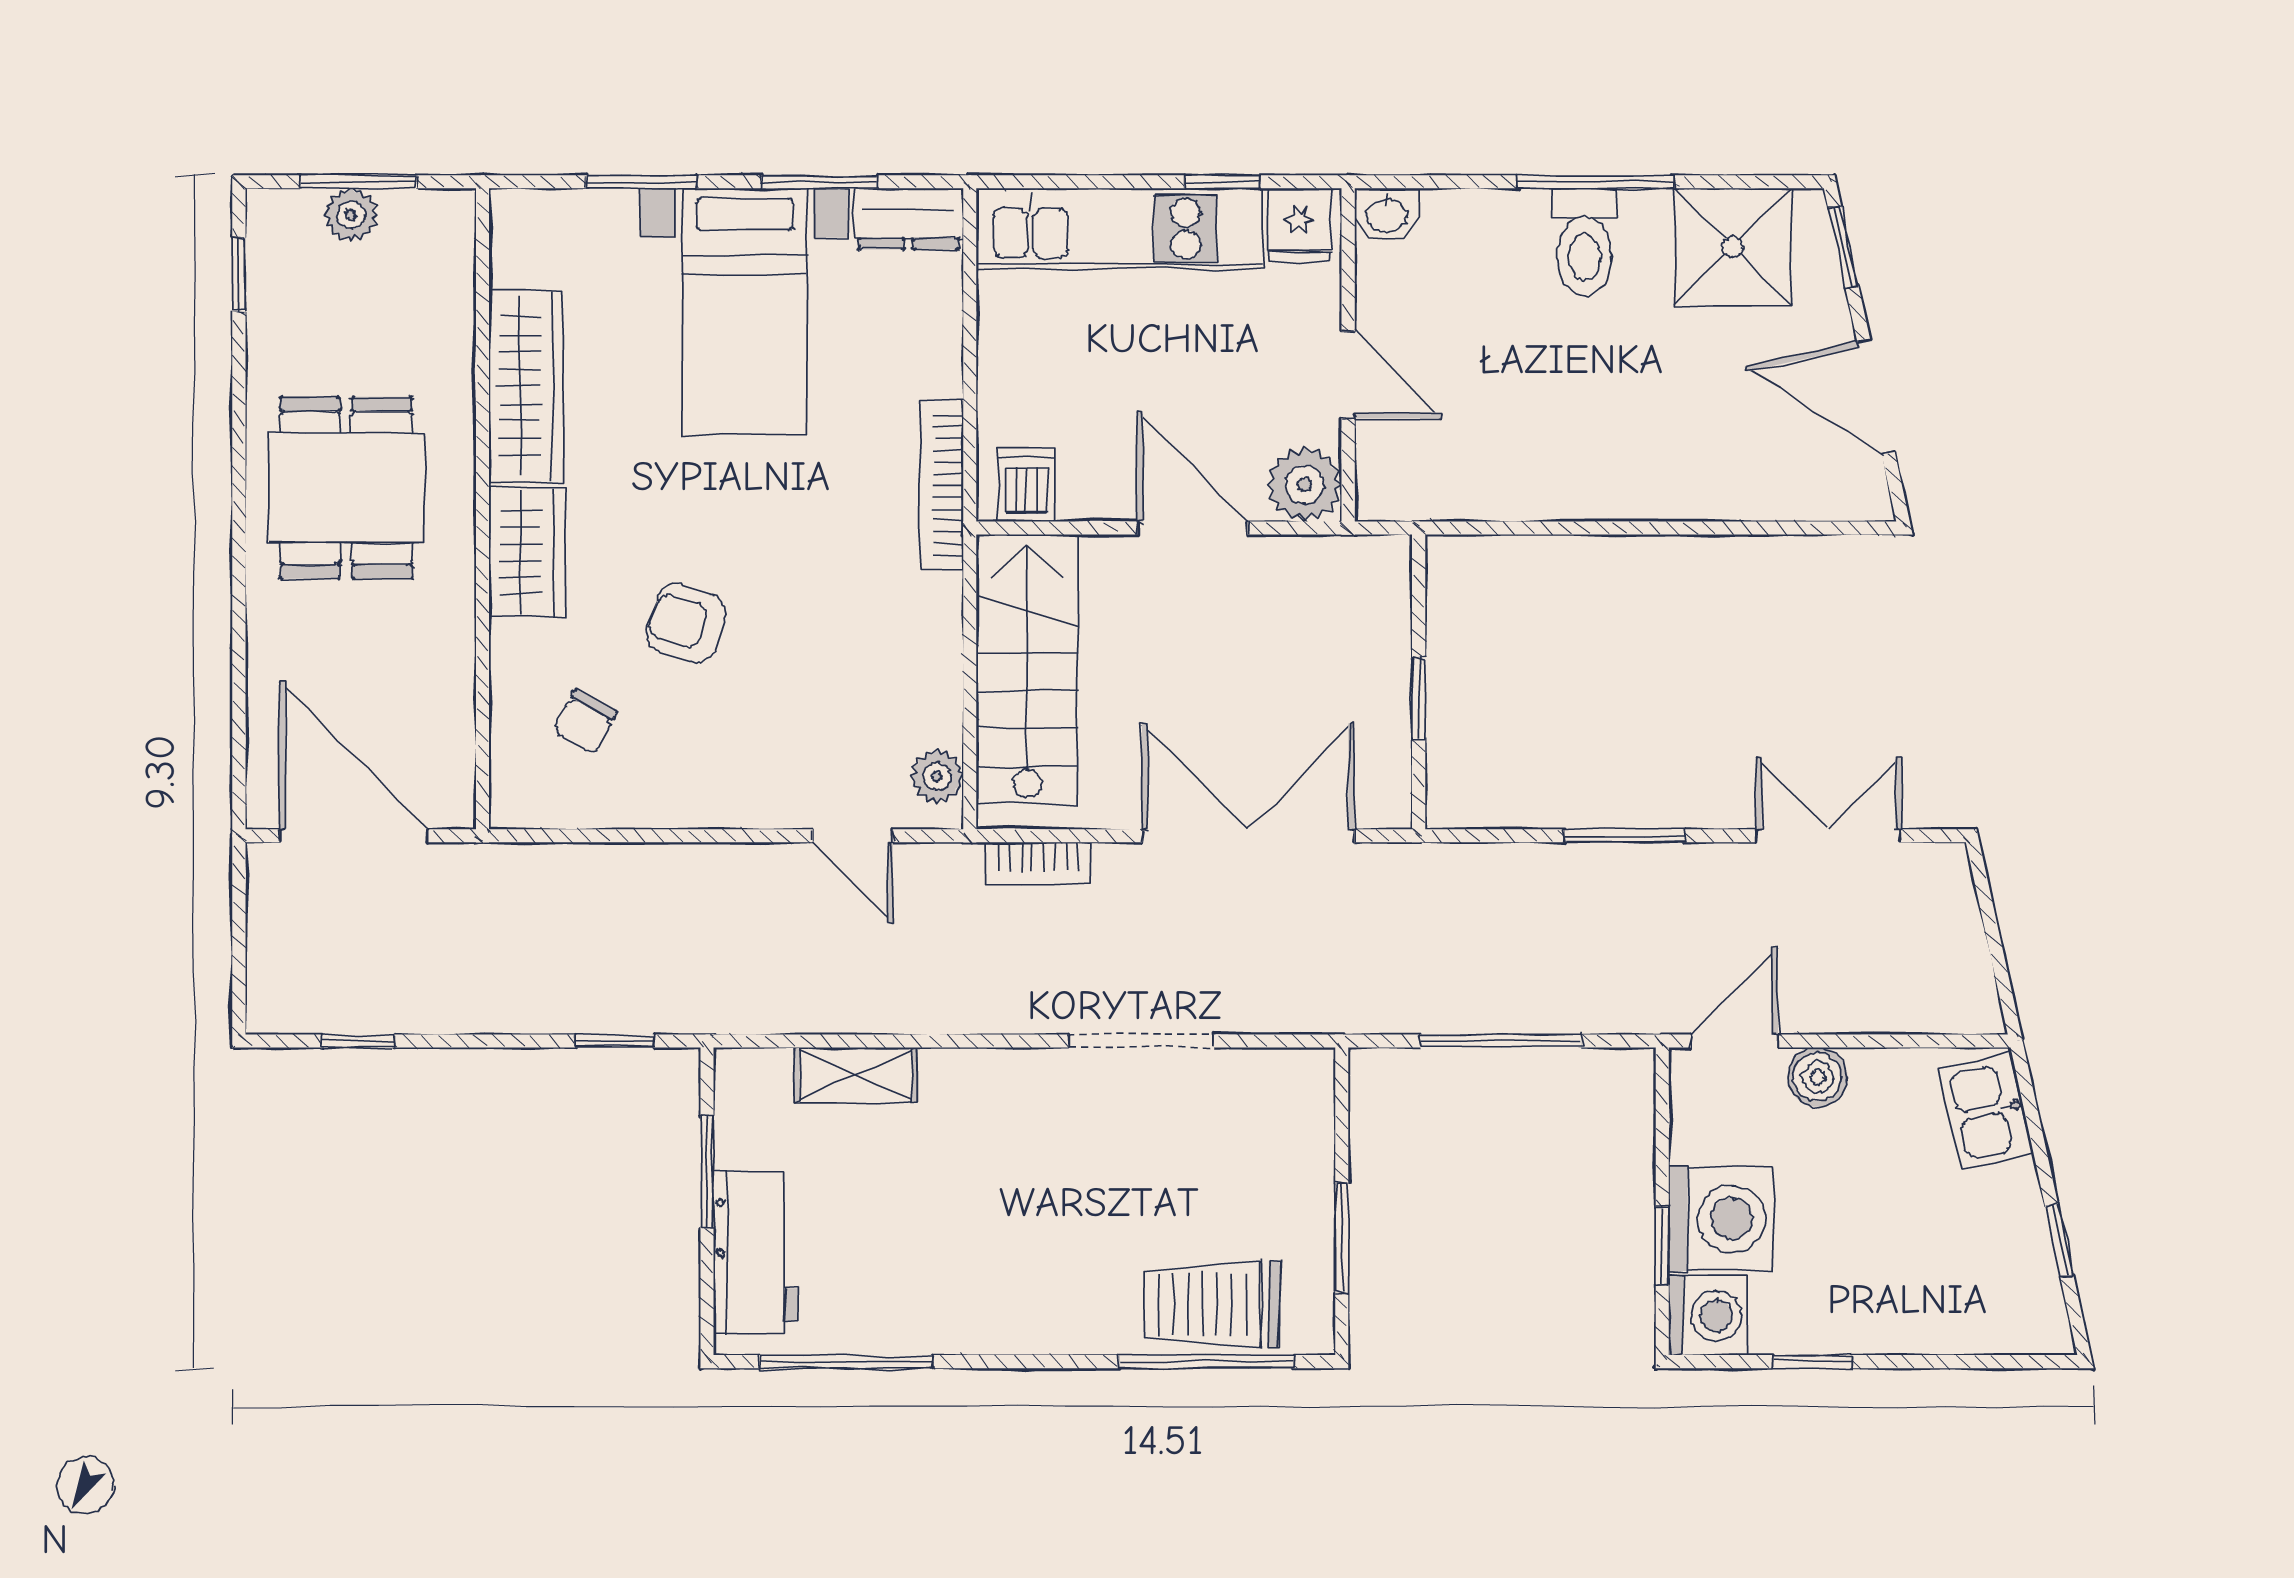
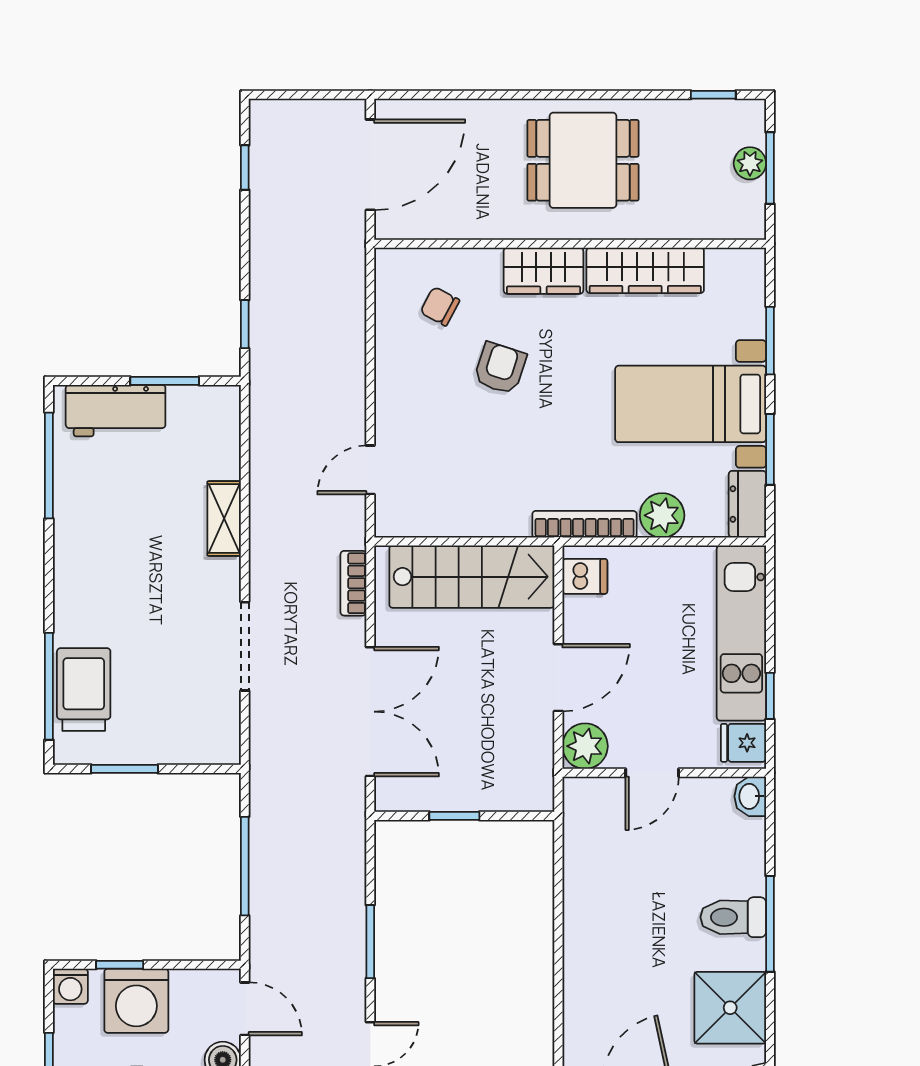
plant: (937, 776) -> (662, 515), moved, width x1.38, depth x1.38
shelving: (856, 1075) -> (224, 519), moved
washing machine: (1708, 1316) -> (70, 986), width x0.73, depth x0.73

